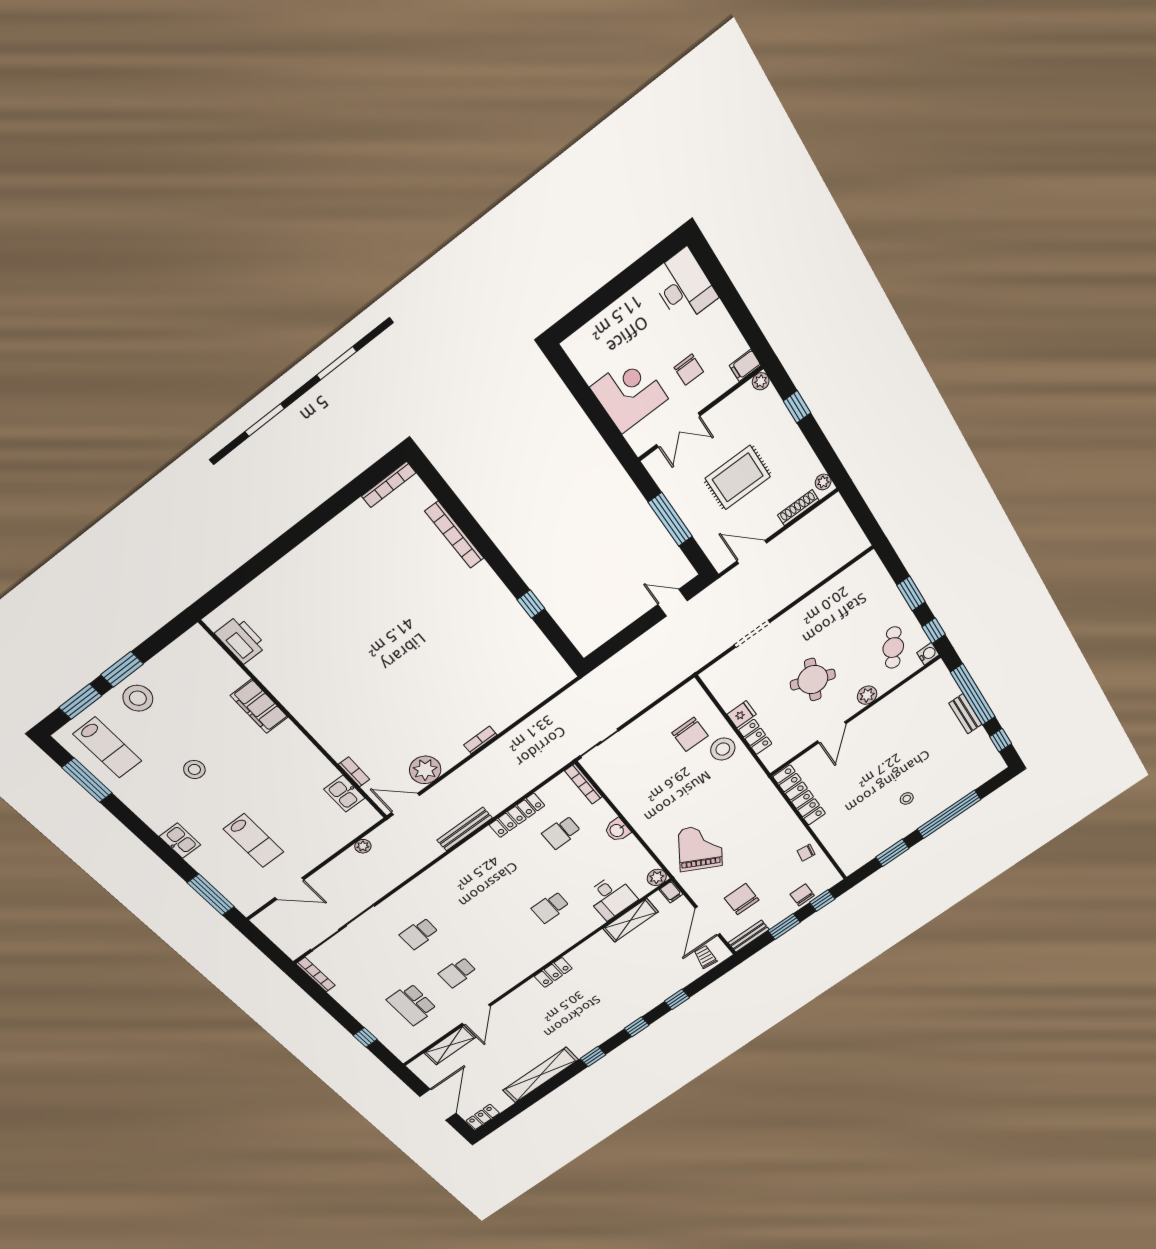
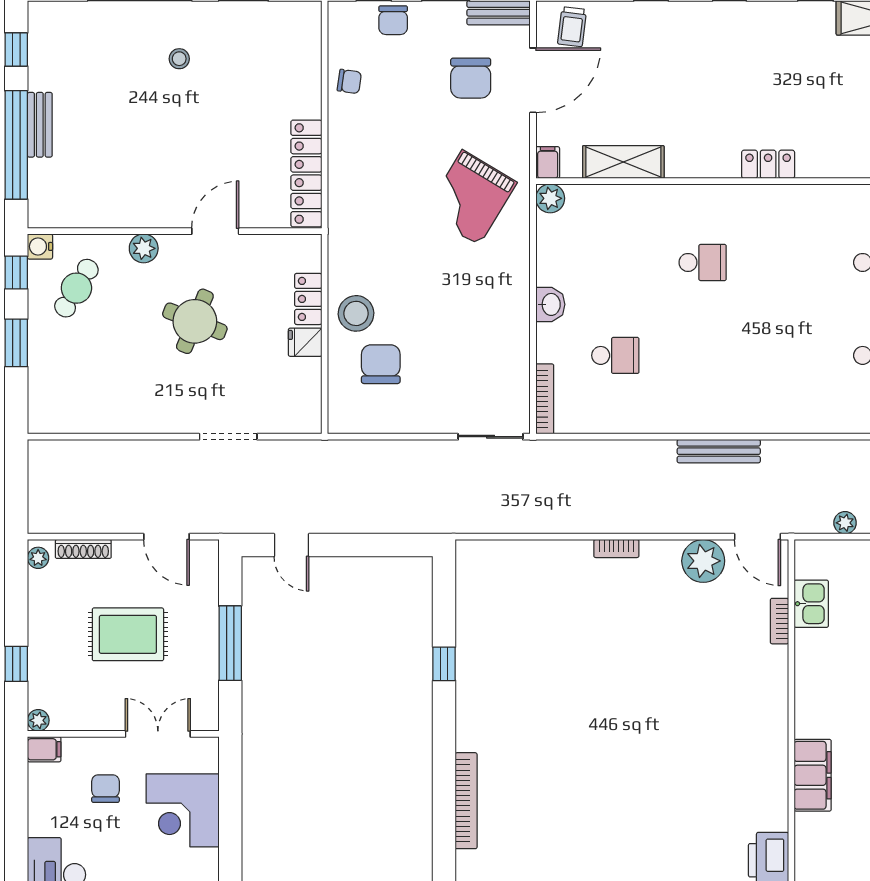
locker: (517, 815) -> (648, 420), removed
desk: (611, 897) -> (623, 216), removed

